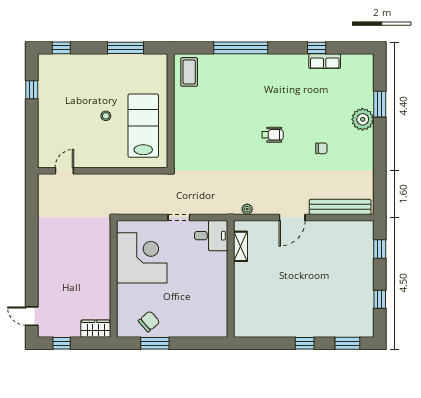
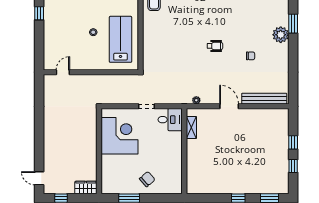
door: (292, 217) -> (229, 106), swing flipped
window: (380, 249) -> (293, 142), moved
chair: (149, 321) -> (147, 179), moved

